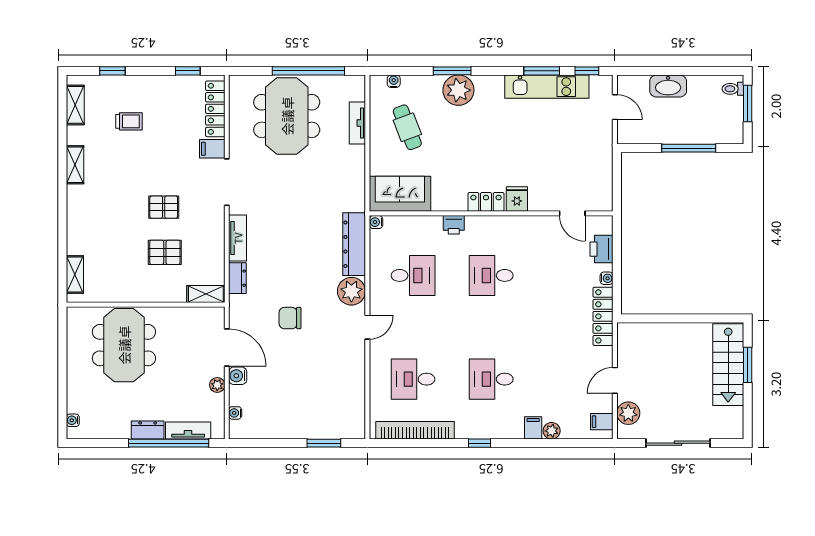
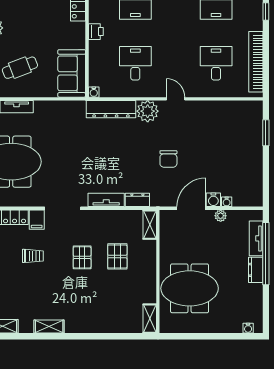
trolley: (129, 121) -> (33, 256), moved, turned 90
shelving: (75, 274) -> (150, 319), moved, turned 90
desk: (413, 379) -> (216, 63), turned 180
water cooler: (235, 413) -> (227, 202), moved

